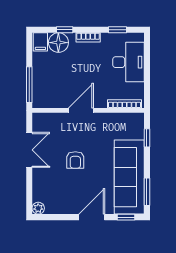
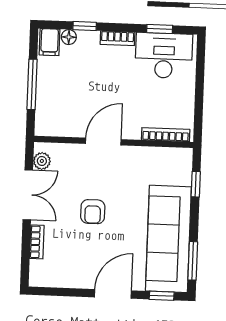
floor lamp: (58, 43) -> (69, 37), width x0.53, depth x0.53
desk: (128, 62) -> (164, 55), moved, turned -90
window: (29, 85) -> (32, 84), moved
bookcase: (37, 183) -> (37, 242), added
plant: (38, 208) -> (42, 161), moved

